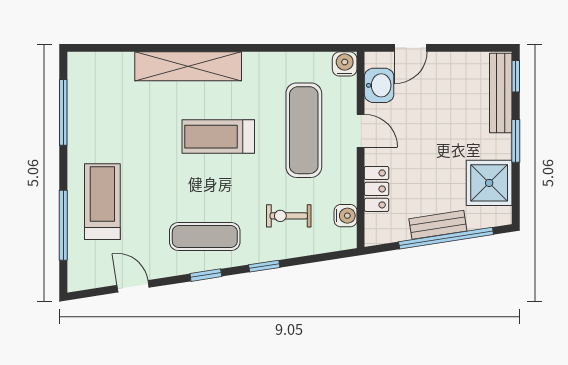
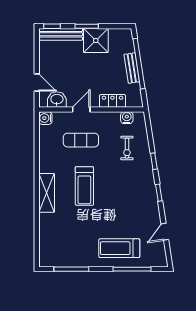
shelving: (188, 66) -> (47, 193), width x0.68
exercise mat: (304, 130) -> (81, 140), width x0.73, depth x0.69
shower: (489, 183) -> (96, 41), moved
exercise mat: (205, 237) -> (138, 193), removed

